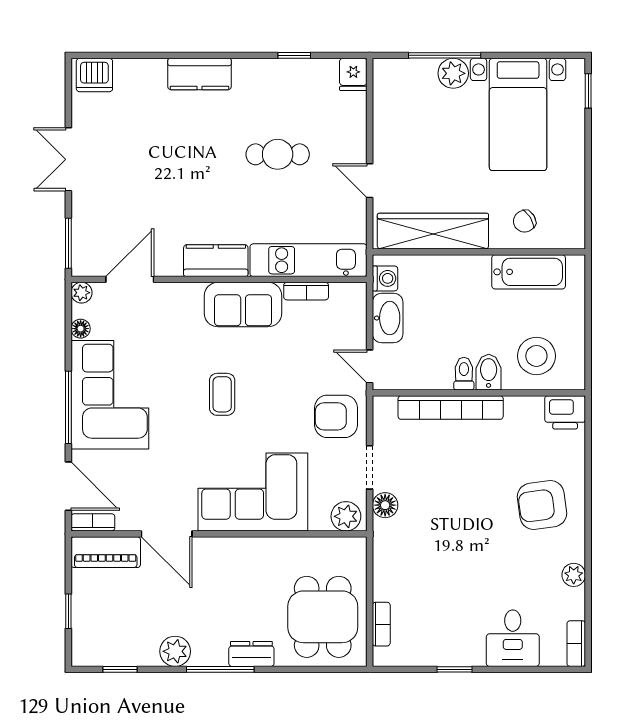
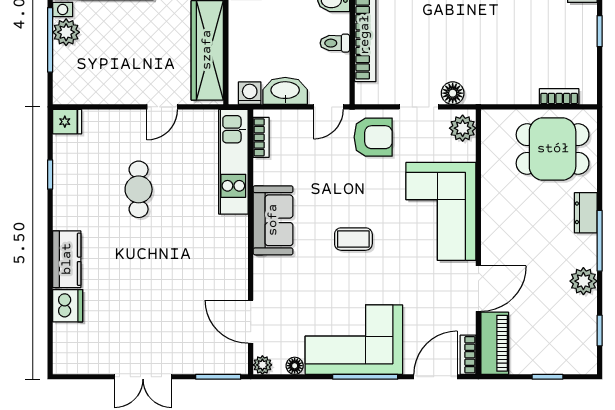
dishwasher: (94, 75) -> (68, 306), moved
kitchen counter: (216, 261) -> (234, 245), removed
bookcase: (306, 291) -> (261, 137), moved
toilet: (464, 374) -> (335, 43), moved
armchair: (336, 416) -> (373, 137), turned -90

